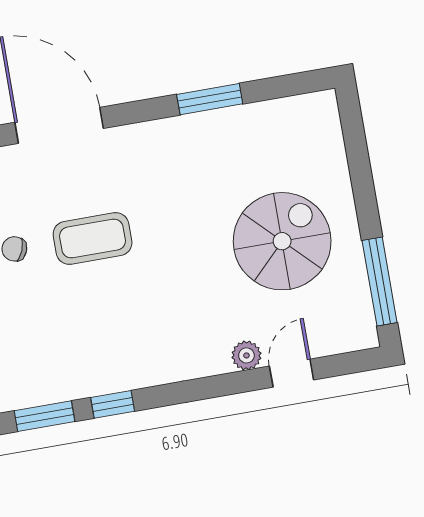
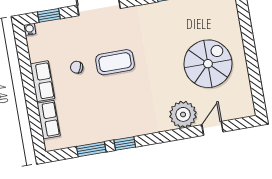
window: (380, 282) -> (256, 84), removed
plant: (246, 355) -> (183, 114), width x1.87, depth x1.87

